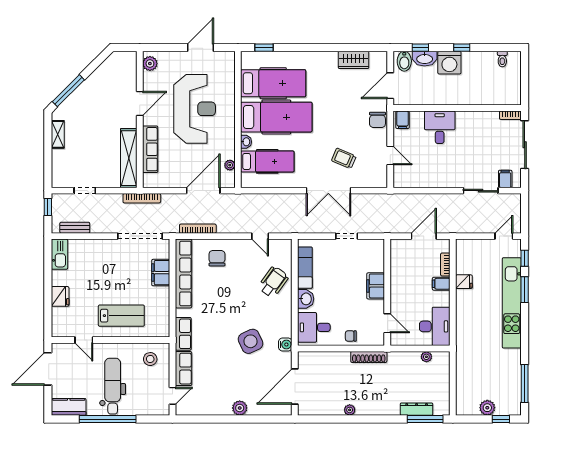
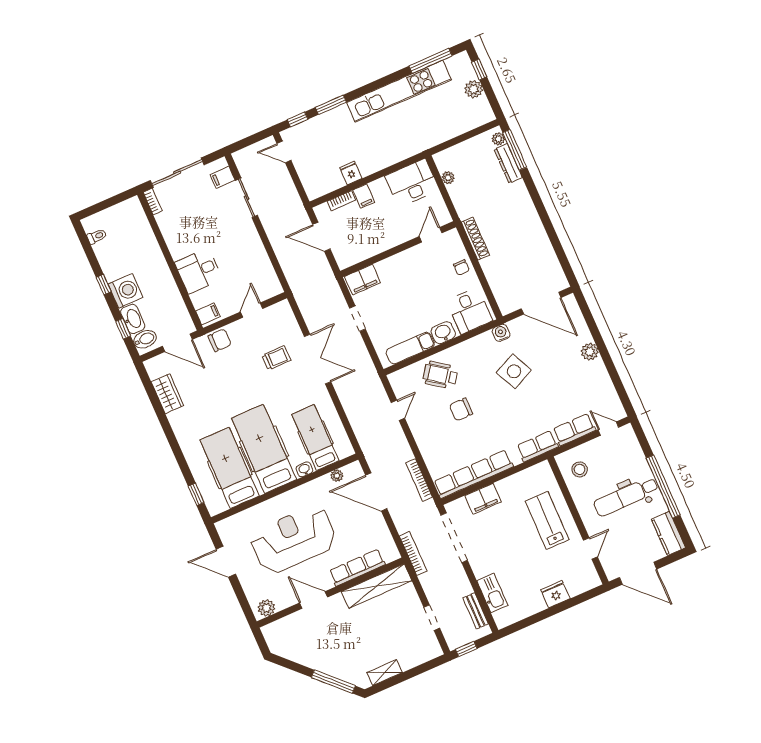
trolley: (344, 158) -> (276, 358), turned -113
kitchen sink: (60, 254) -> (492, 593), moved, turned 90
chair: (217, 258) -> (461, 409), moved
filing cabinet: (376, 286) -> (363, 280), moved
kitchen unit: (512, 303) -> (399, 91), moved
plant: (350, 410) -> (498, 139), moved

